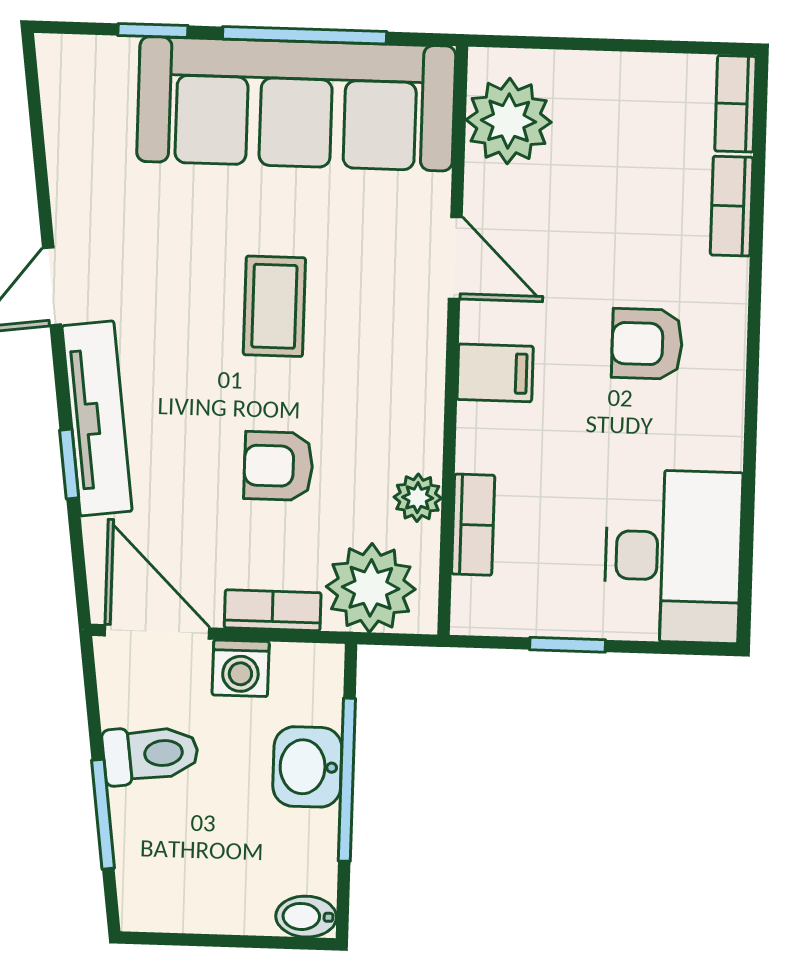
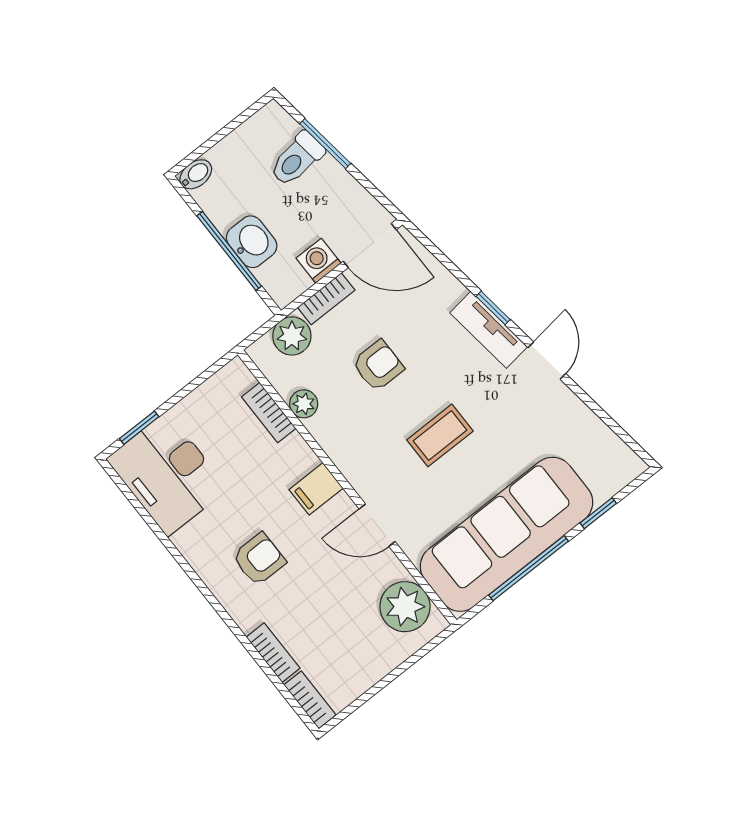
coffee table: (274, 306) -> (440, 435), turned 90
tv unit: (97, 418) -> (489, 330), width x0.71
window: (69, 464) -> (493, 308), moved
plant: (371, 588) -> (292, 336), width x0.73, depth x0.73
window: (568, 645) -> (139, 428), moved
toilet: (150, 754) -> (297, 159), moved

